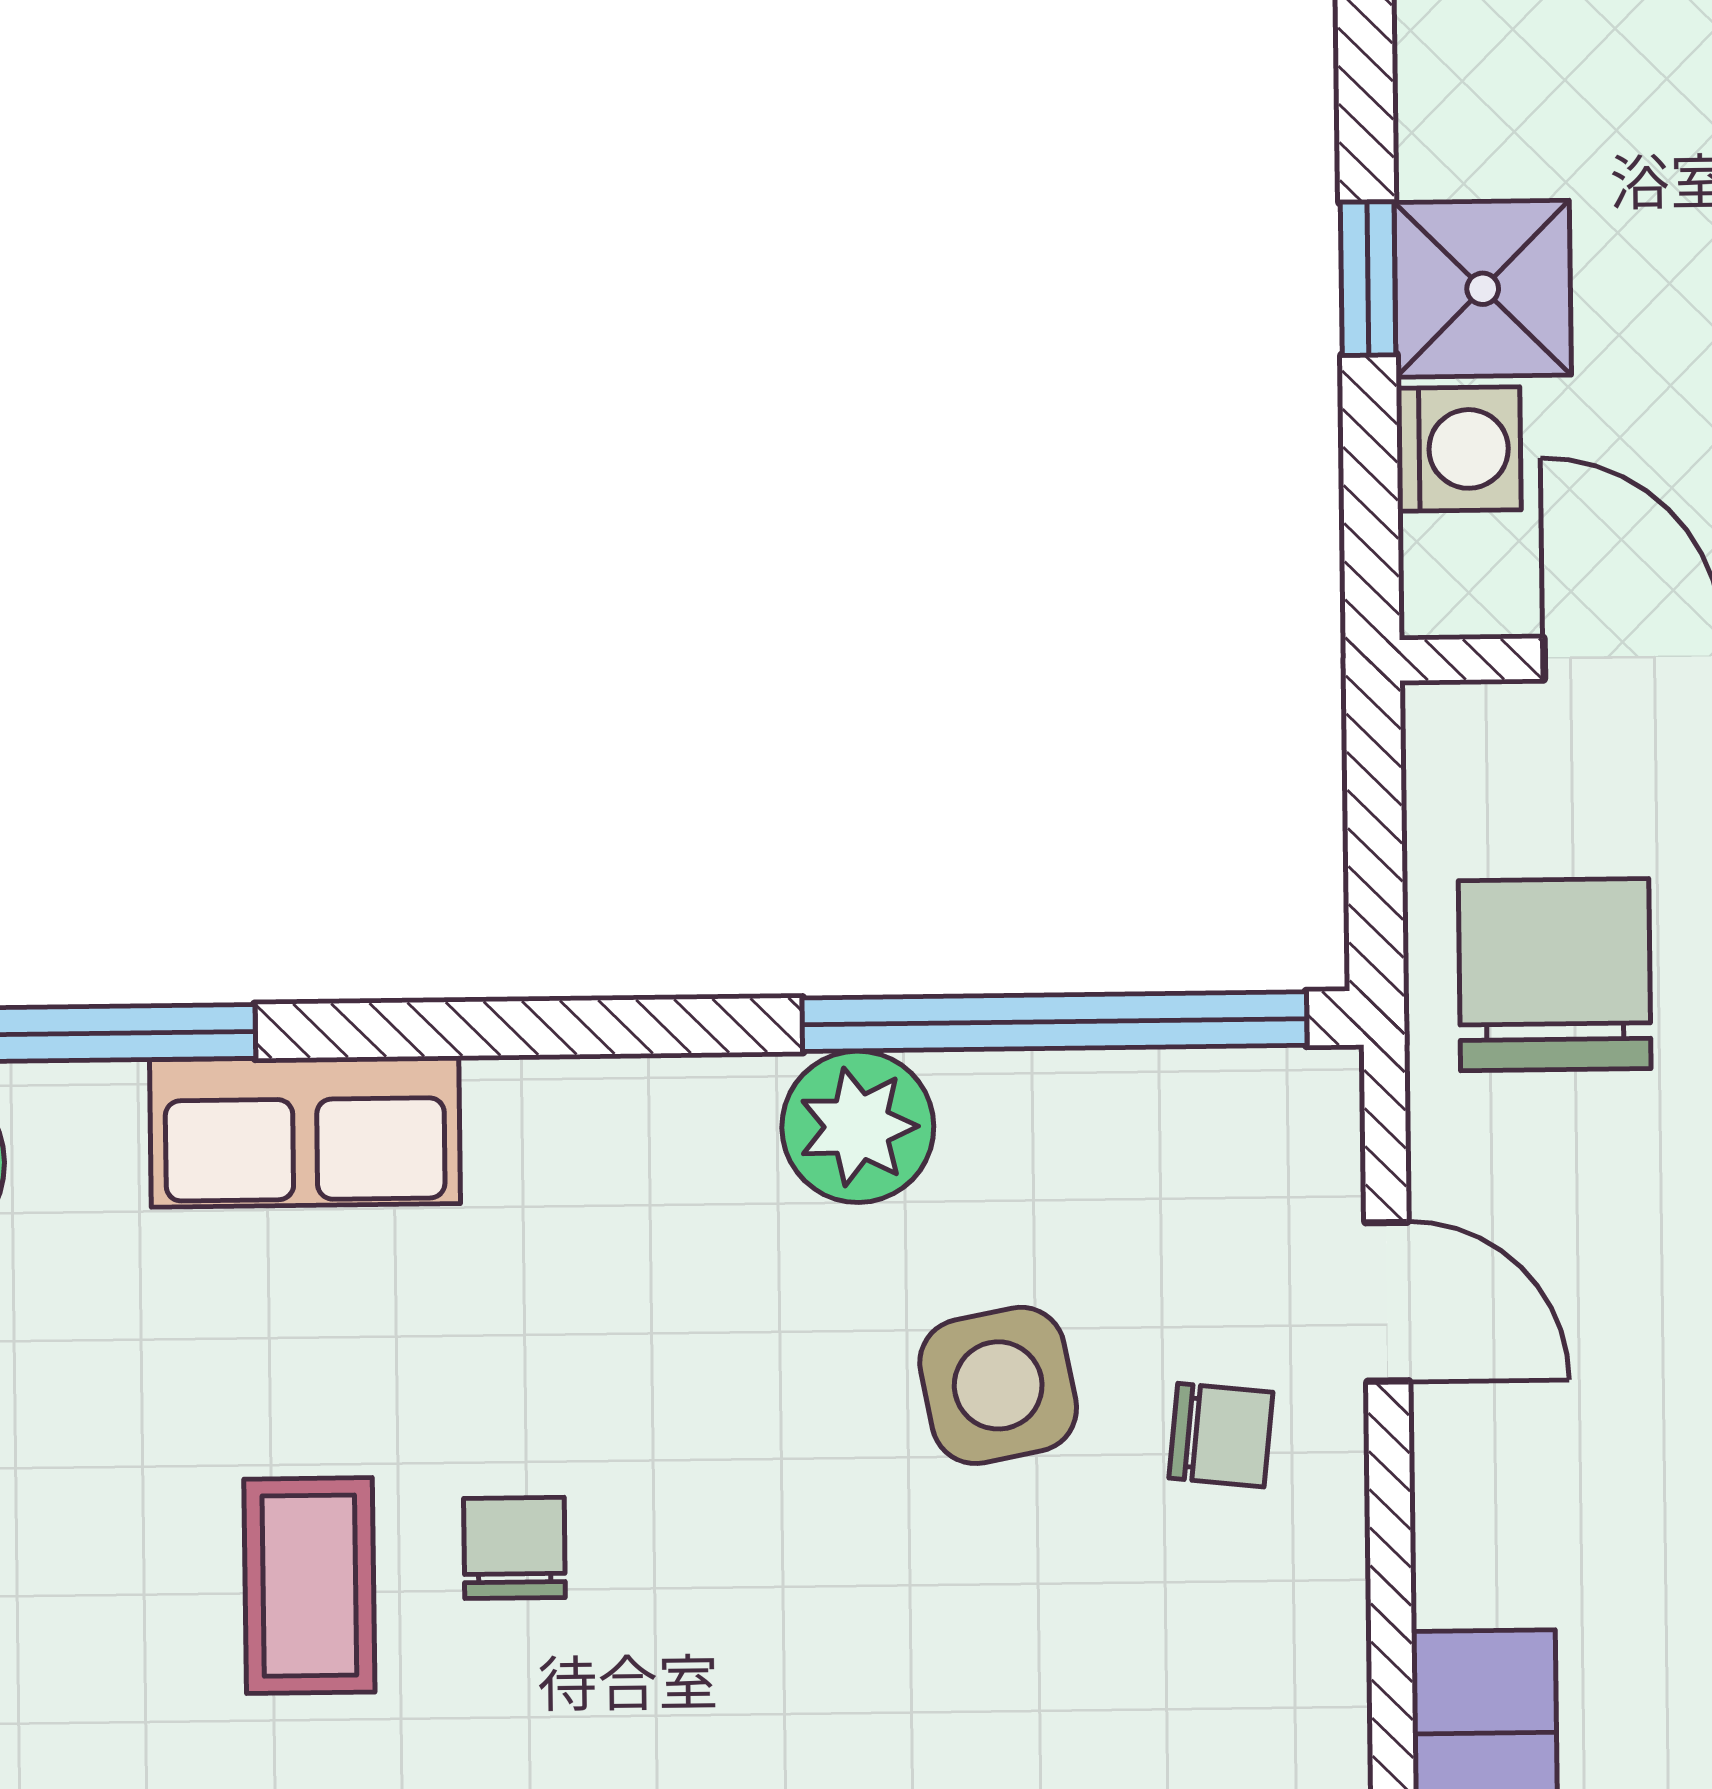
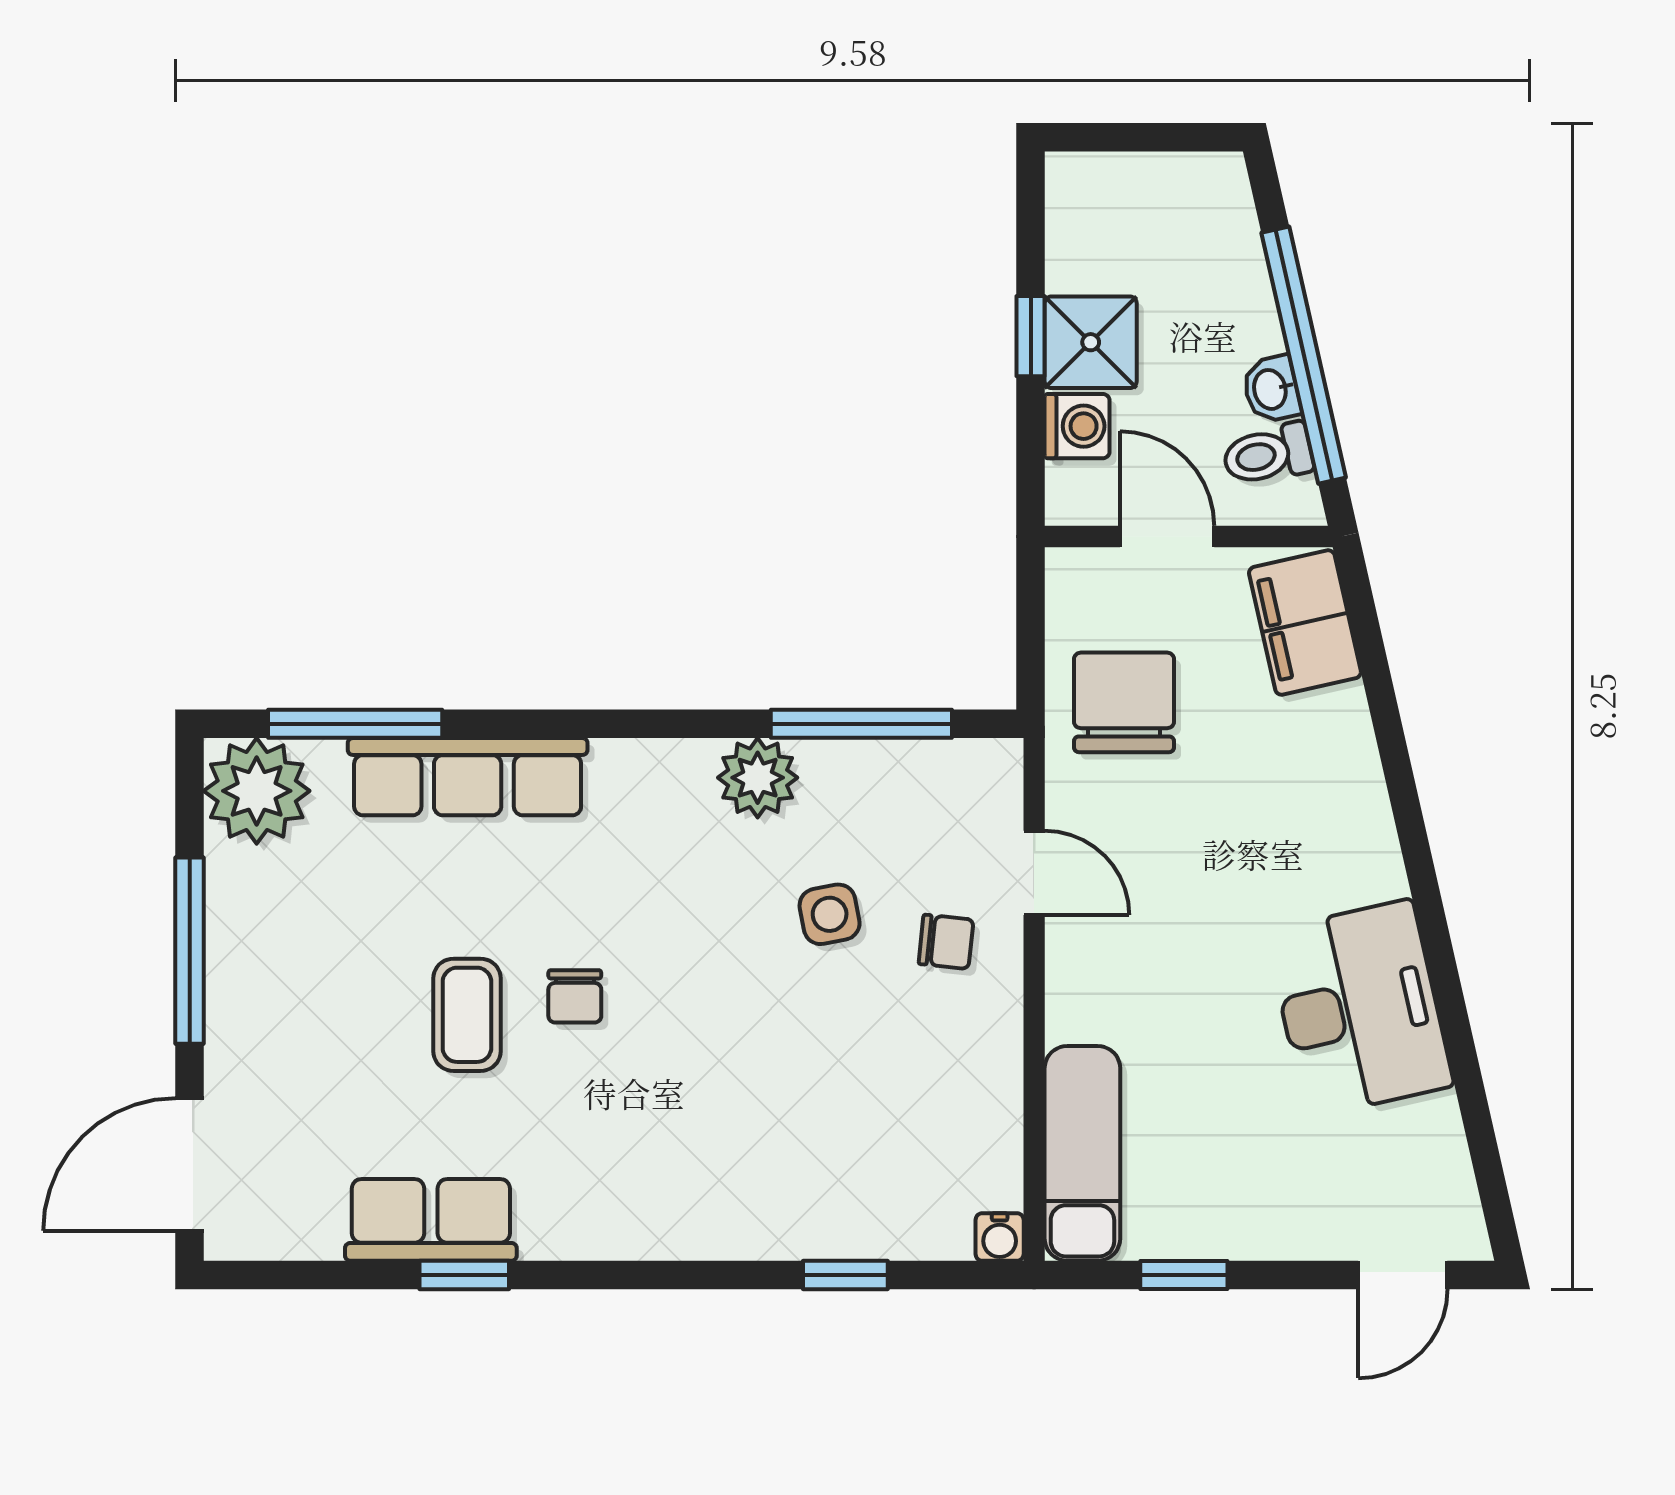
window: (1054, 1022) -> (861, 724), width x0.68
row of seats: (305, 1132) -> (468, 777), width x1.48
side table: (998, 1385) -> (830, 914), width x0.73, depth x0.73
chair: (514, 1548) -> (575, 996), turned 180

